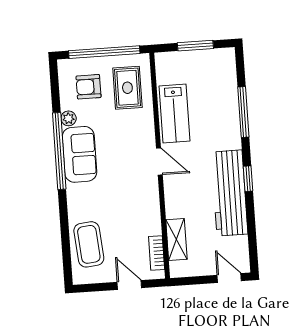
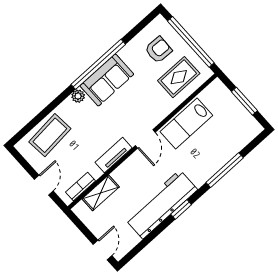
armchair: (88, 87) -> (158, 50), turned 92
plant: (69, 118) -> (78, 96), moved
tv unit: (152, 201) -> (114, 155), added

